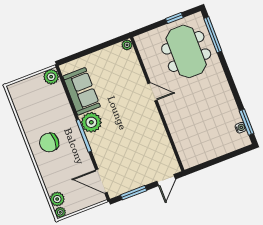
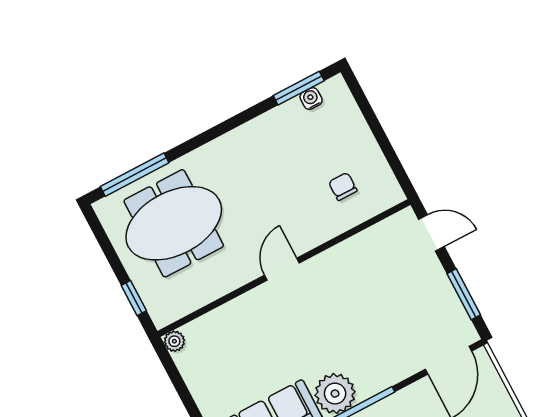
window: (174, 18) -> (134, 298), moved
door: (153, 92) -> (282, 269), moved
chair: (195, 138) -> (343, 186), added

